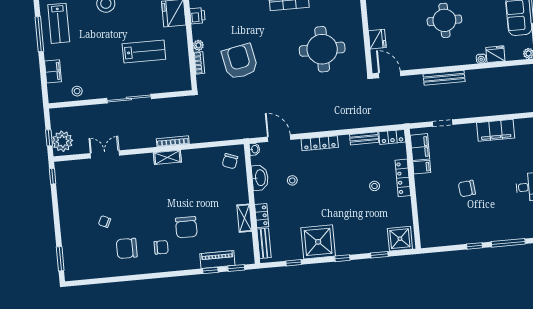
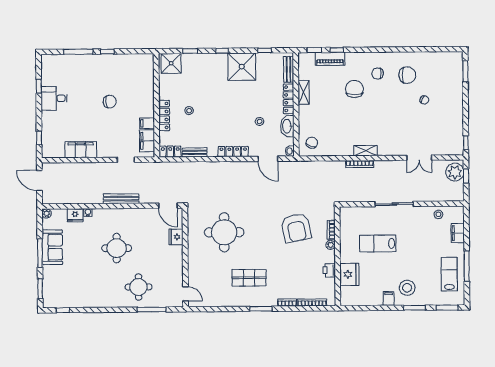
locker: (262, 216) -> (289, 99), width x1.53

